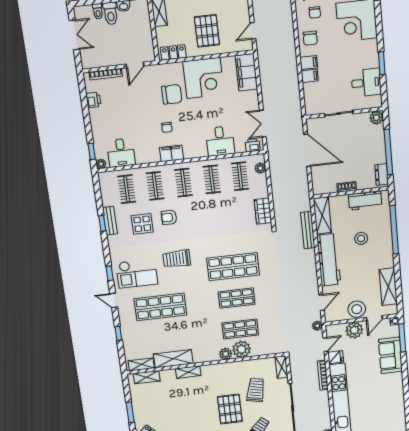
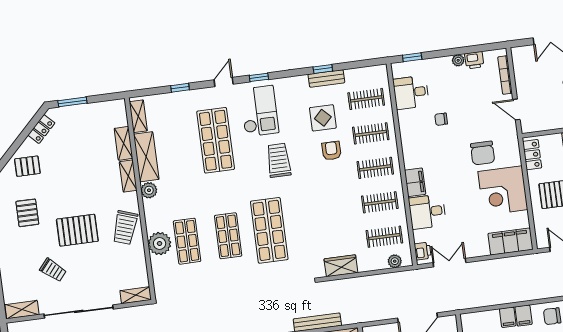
chair: (167, 127) -> (441, 119), moved
filing cabinet: (172, 153) -> (415, 182), moved
plant: (101, 164) -> (458, 60), moved
checkout: (137, 273) -> (259, 111), turned 180
plant: (226, 354) -> (149, 190), moved
shelving: (147, 377) -> (124, 143), moved
trolley: (256, 390) -> (125, 227), moved, turned 97

